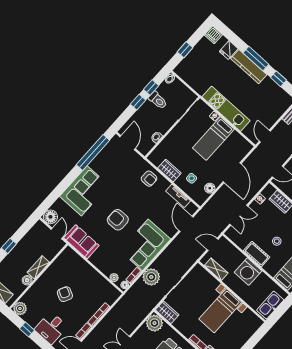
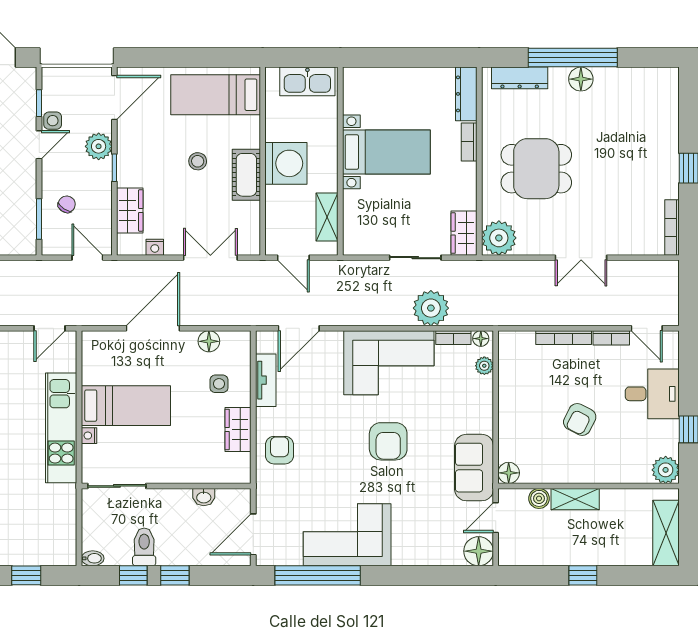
corner sofa: (84, 191) -> (347, 535), moved
floor lamp: (69, 252) -> (509, 473), added
boiler: (27, 280) -> (539, 498), moved

